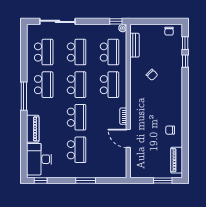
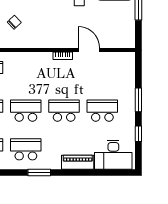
school desk: (109, 85) -> (26, 72), removed
window: (24, 96) -> (39, 173), width x0.69
door: (128, 138) -> (89, 50), swing flipped
window: (41, 180) -> (138, 134), moved

